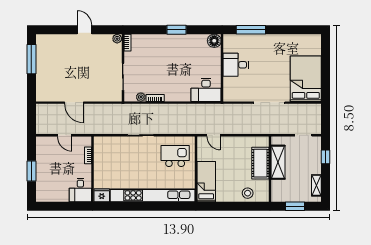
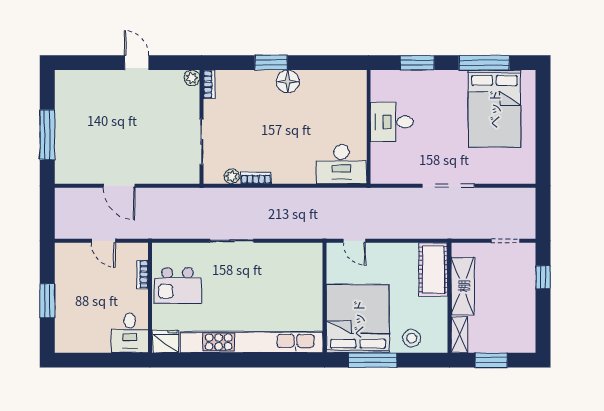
window: (177, 30) -> (271, 63), moved
window: (251, 30) -> (417, 63), width x0.69
window: (291, 30) -> (484, 63), added
floor lamp: (214, 41) -> (288, 81), moved
window: (31, 59) -> (47, 135), moved
bed: (306, 79) -> (494, 109), moved, turned 180
kitchen island: (175, 156) -> (178, 285), moved, turned 180
cot: (260, 163) -> (433, 270), moved
bed: (206, 182) -> (358, 319), width x2.04
shelving: (316, 185) -> (459, 335), moved
window: (225, 206) -> (373, 360), added

